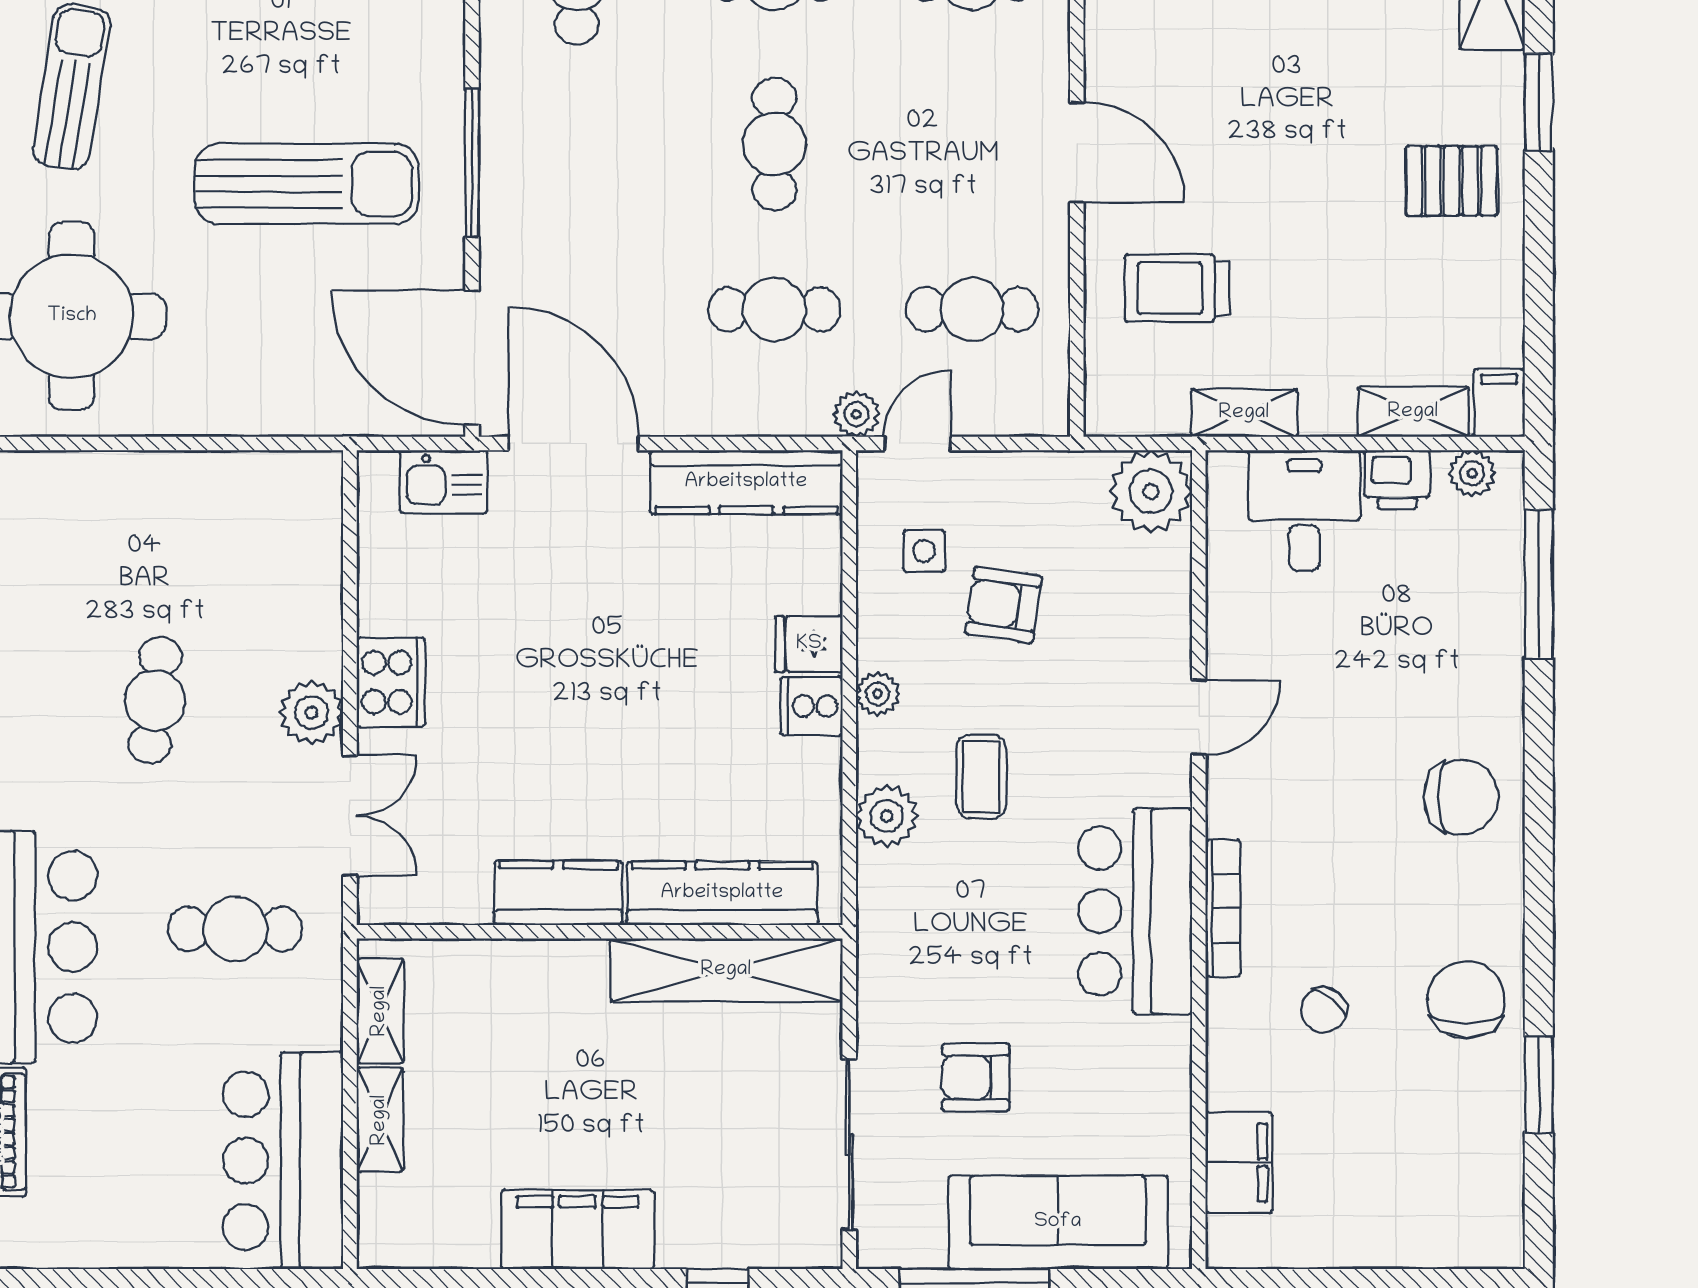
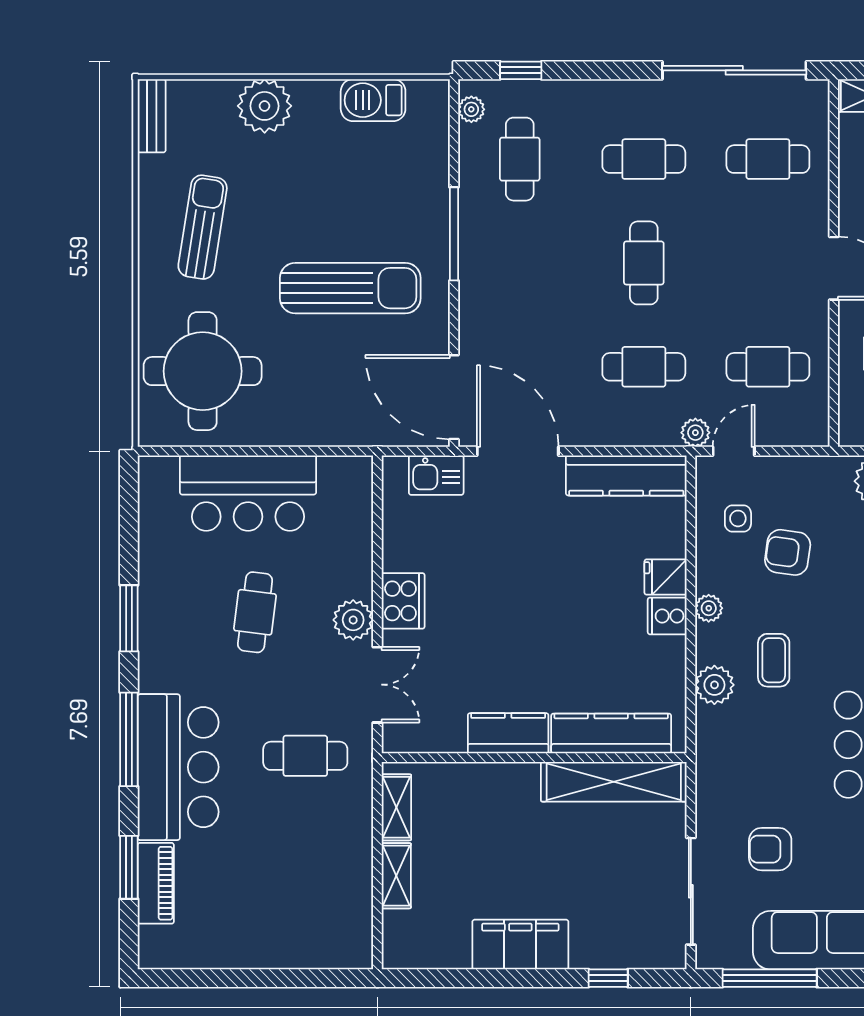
window: (472, 163) -> (454, 234), moved
bar counter: (283, 1161) -> (248, 493), moved, turned -90

